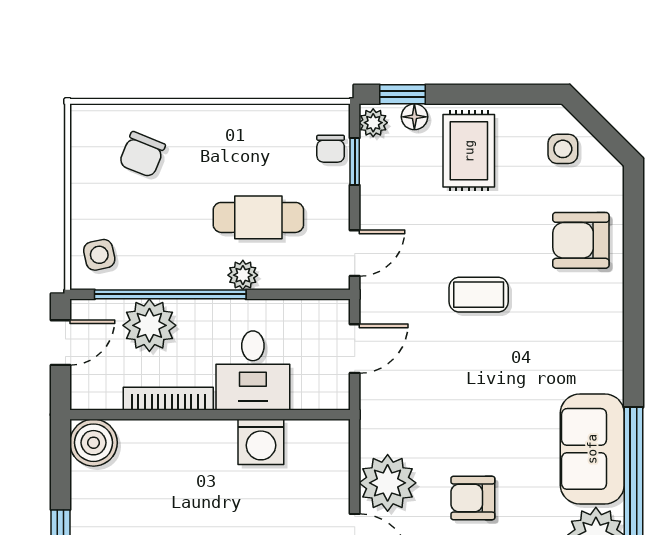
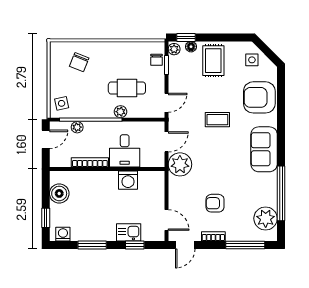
armchair: (581, 240) -> (259, 97), width x1.36, depth x1.36
plant: (149, 325) -> (77, 127), width x0.53, depth x0.53
boiler: (94, 443) -> (59, 193), moved
sofa: (592, 449) -> (264, 149), moved
plant: (388, 483) -> (180, 164), moved

